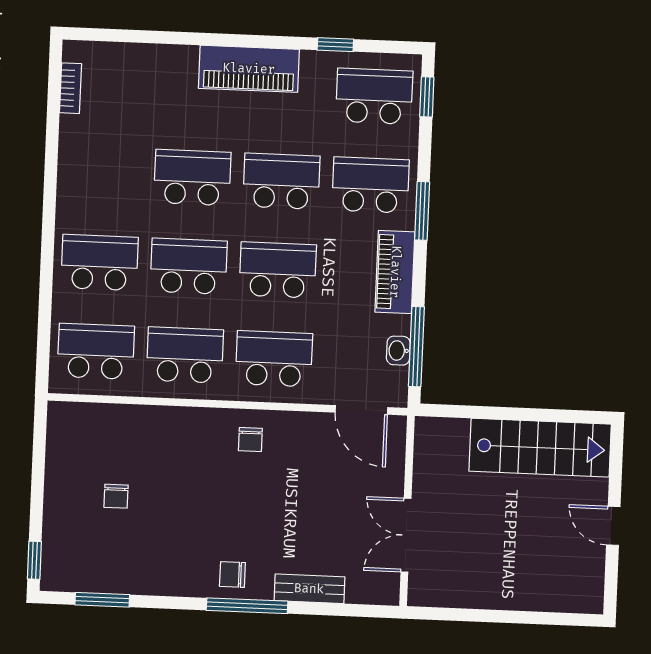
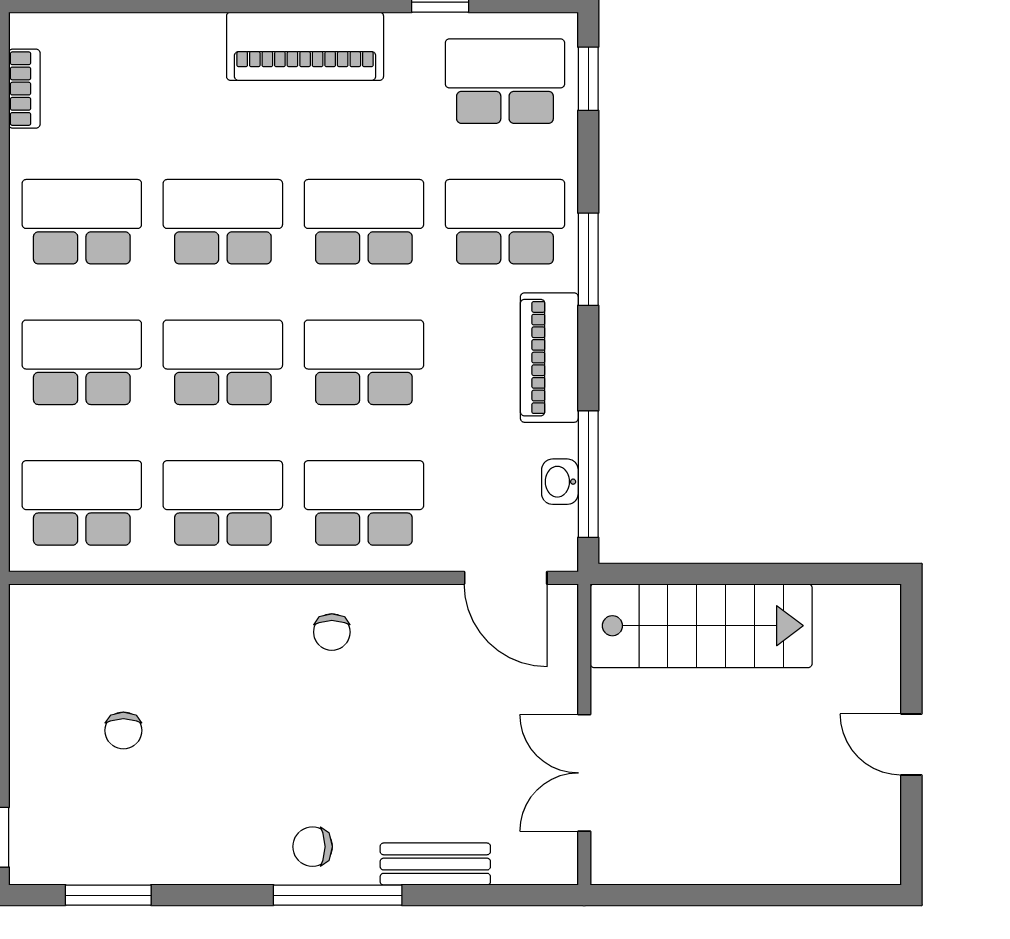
school desk: (103, 174) -> (82, 222), added
stairs: (540, 448) -> (701, 626), moved

